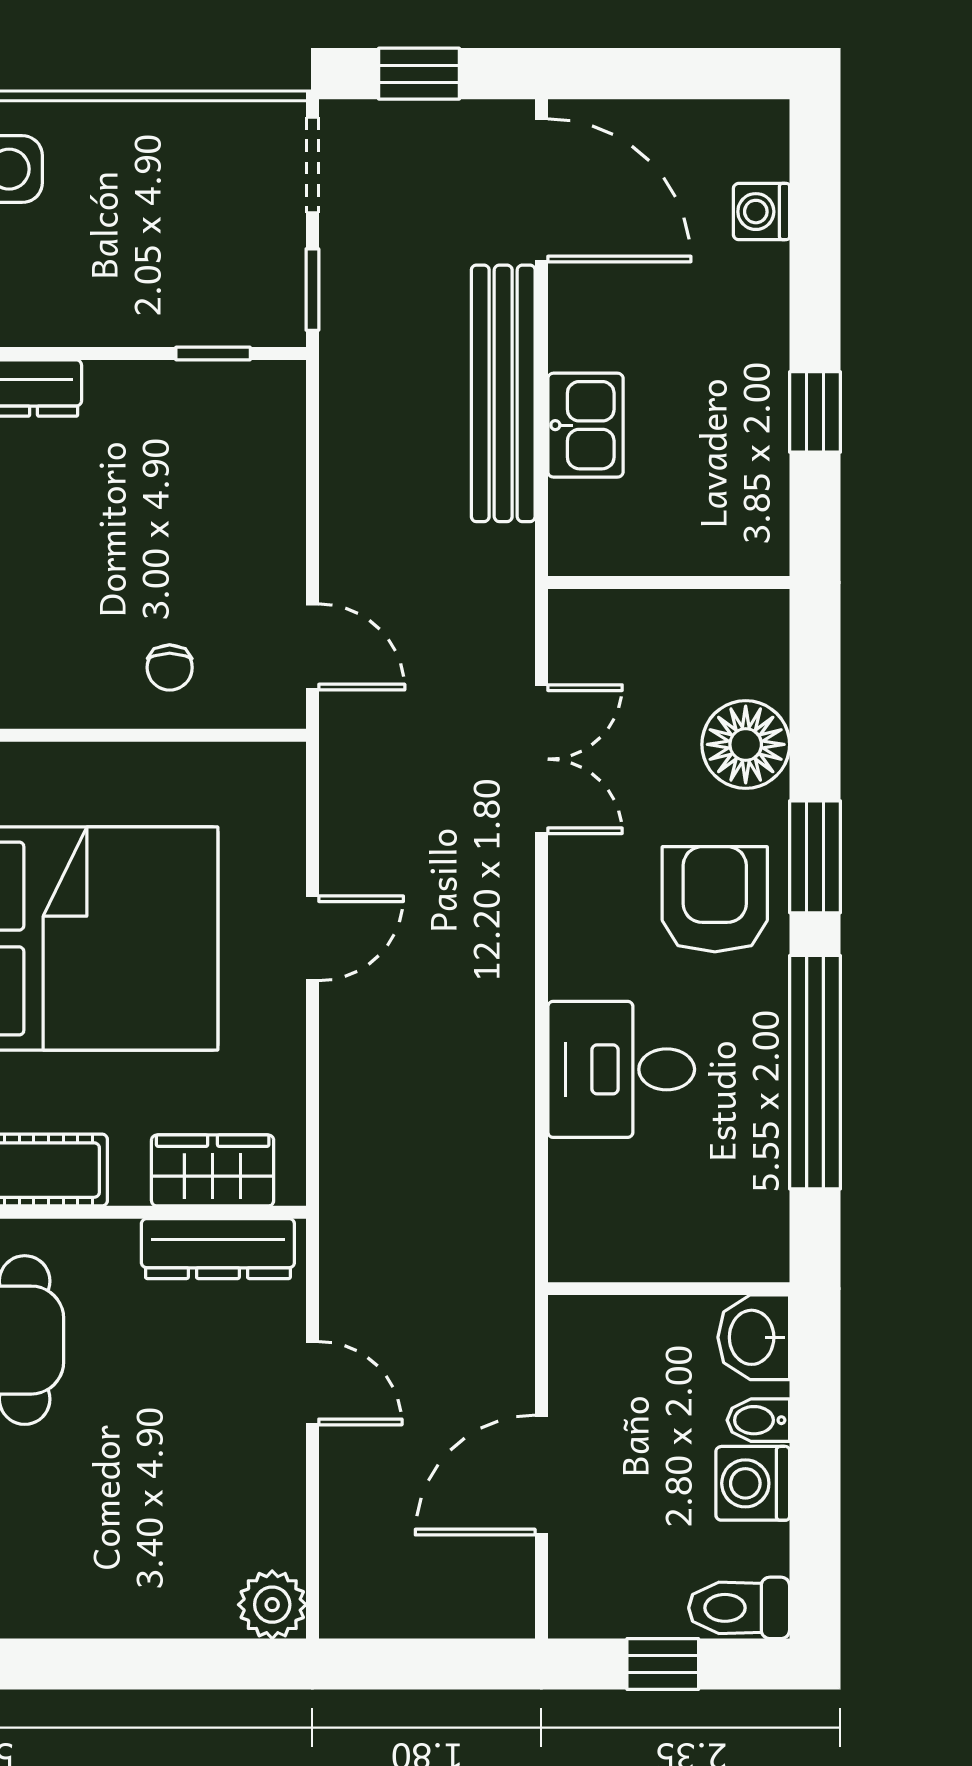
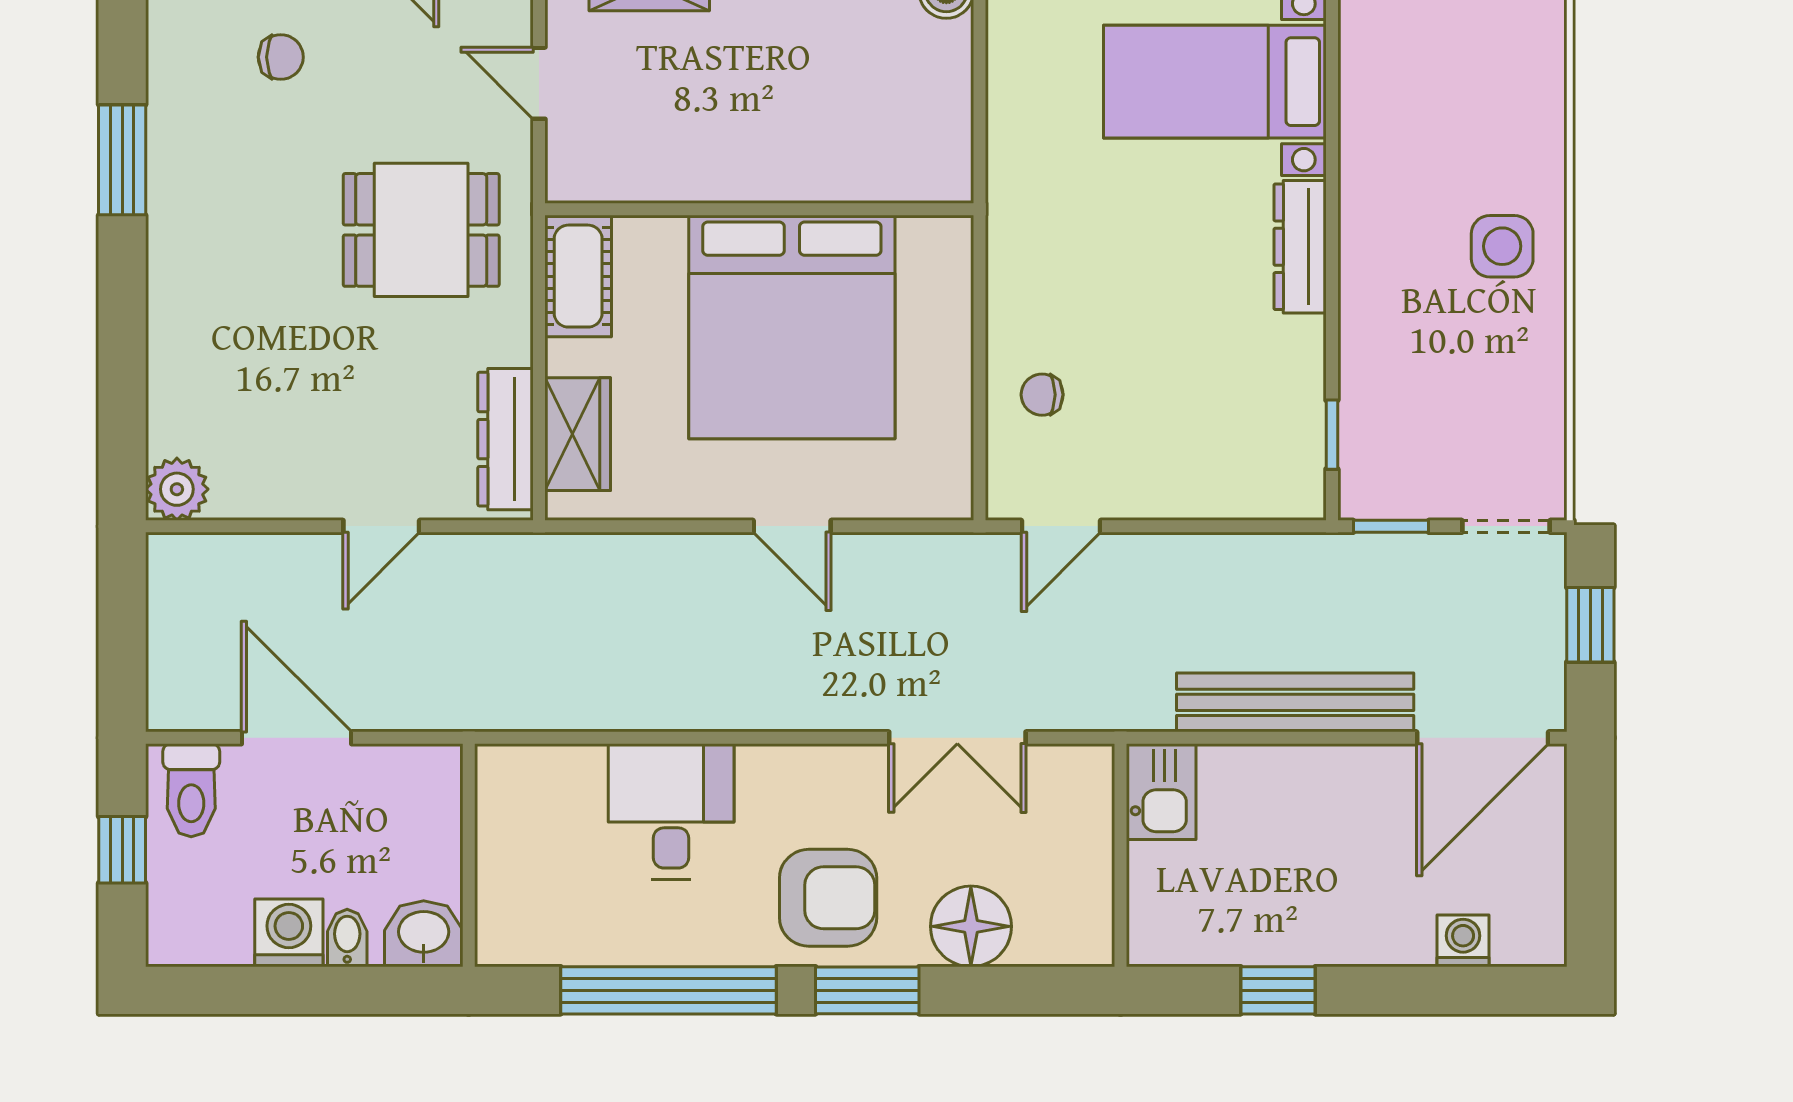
kitchen sink: (585, 425) -> (1161, 792), moved, turned -90
toilet: (739, 1608) -> (191, 790), moved, turned 180

